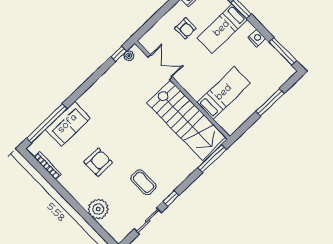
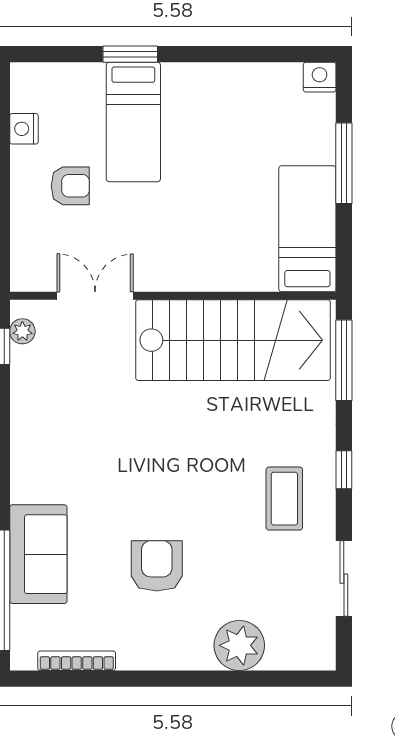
nightstand: (257, 38) -> (320, 77), moved
window: (283, 51) -> (276, 54), removed
bed: (224, 93) -> (307, 229), moved
coffee table: (143, 182) -> (284, 499), moved, turned 90
window: (171, 199) -> (344, 470), moved

